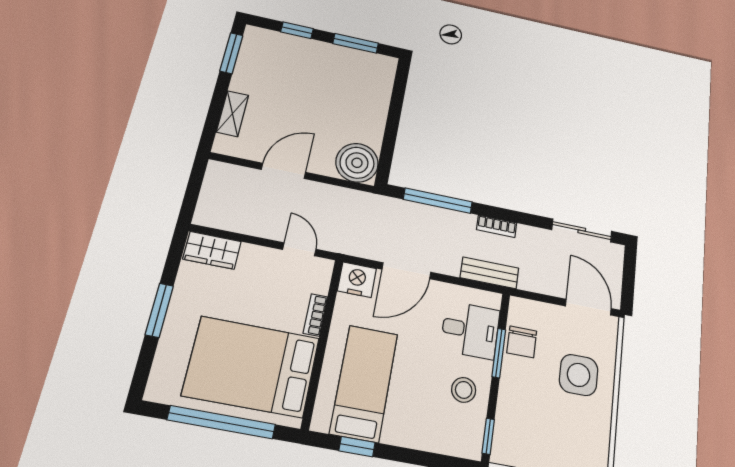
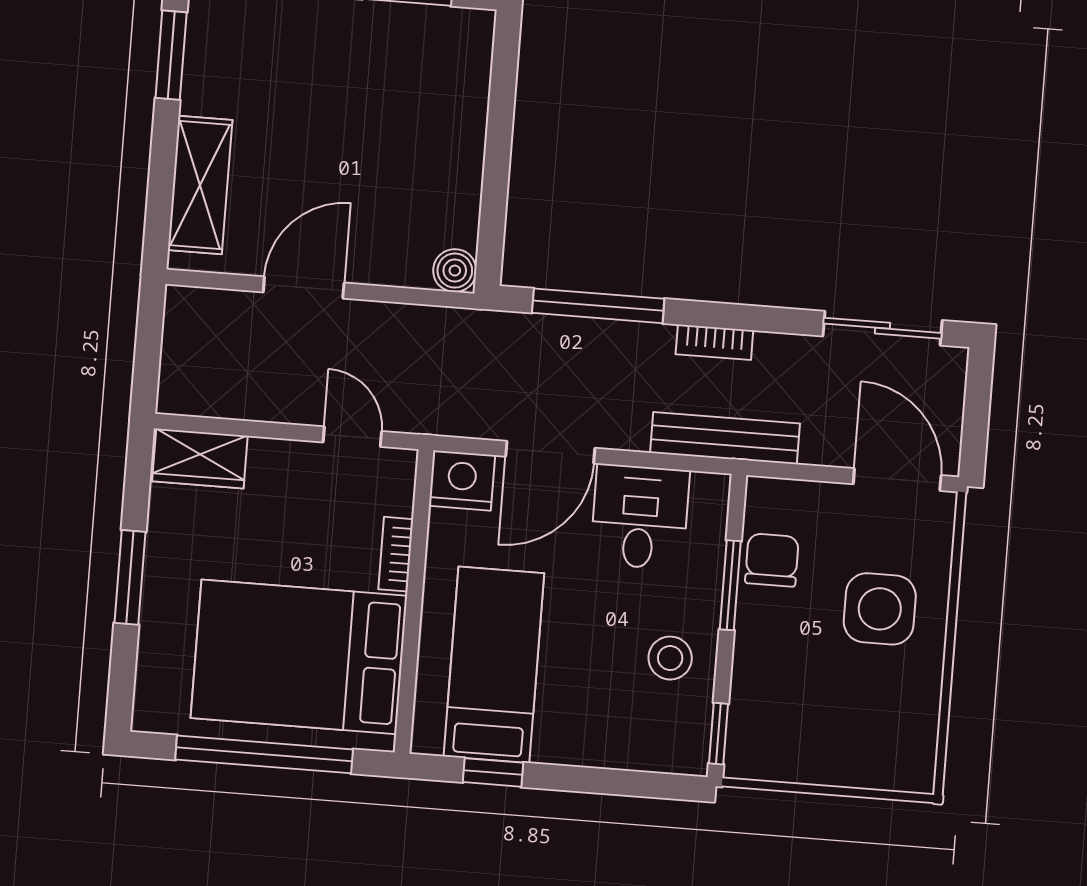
shelving: (232, 114) -> (200, 185), width x1.50, depth x1.33
boiler: (357, 163) -> (455, 271), width x0.54, depth x0.54
bench: (490, 273) -> (725, 438), width x1.36
desk: (470, 330) -> (640, 517), moved, turned -90
chair: (522, 342) -> (772, 560), turned 180

